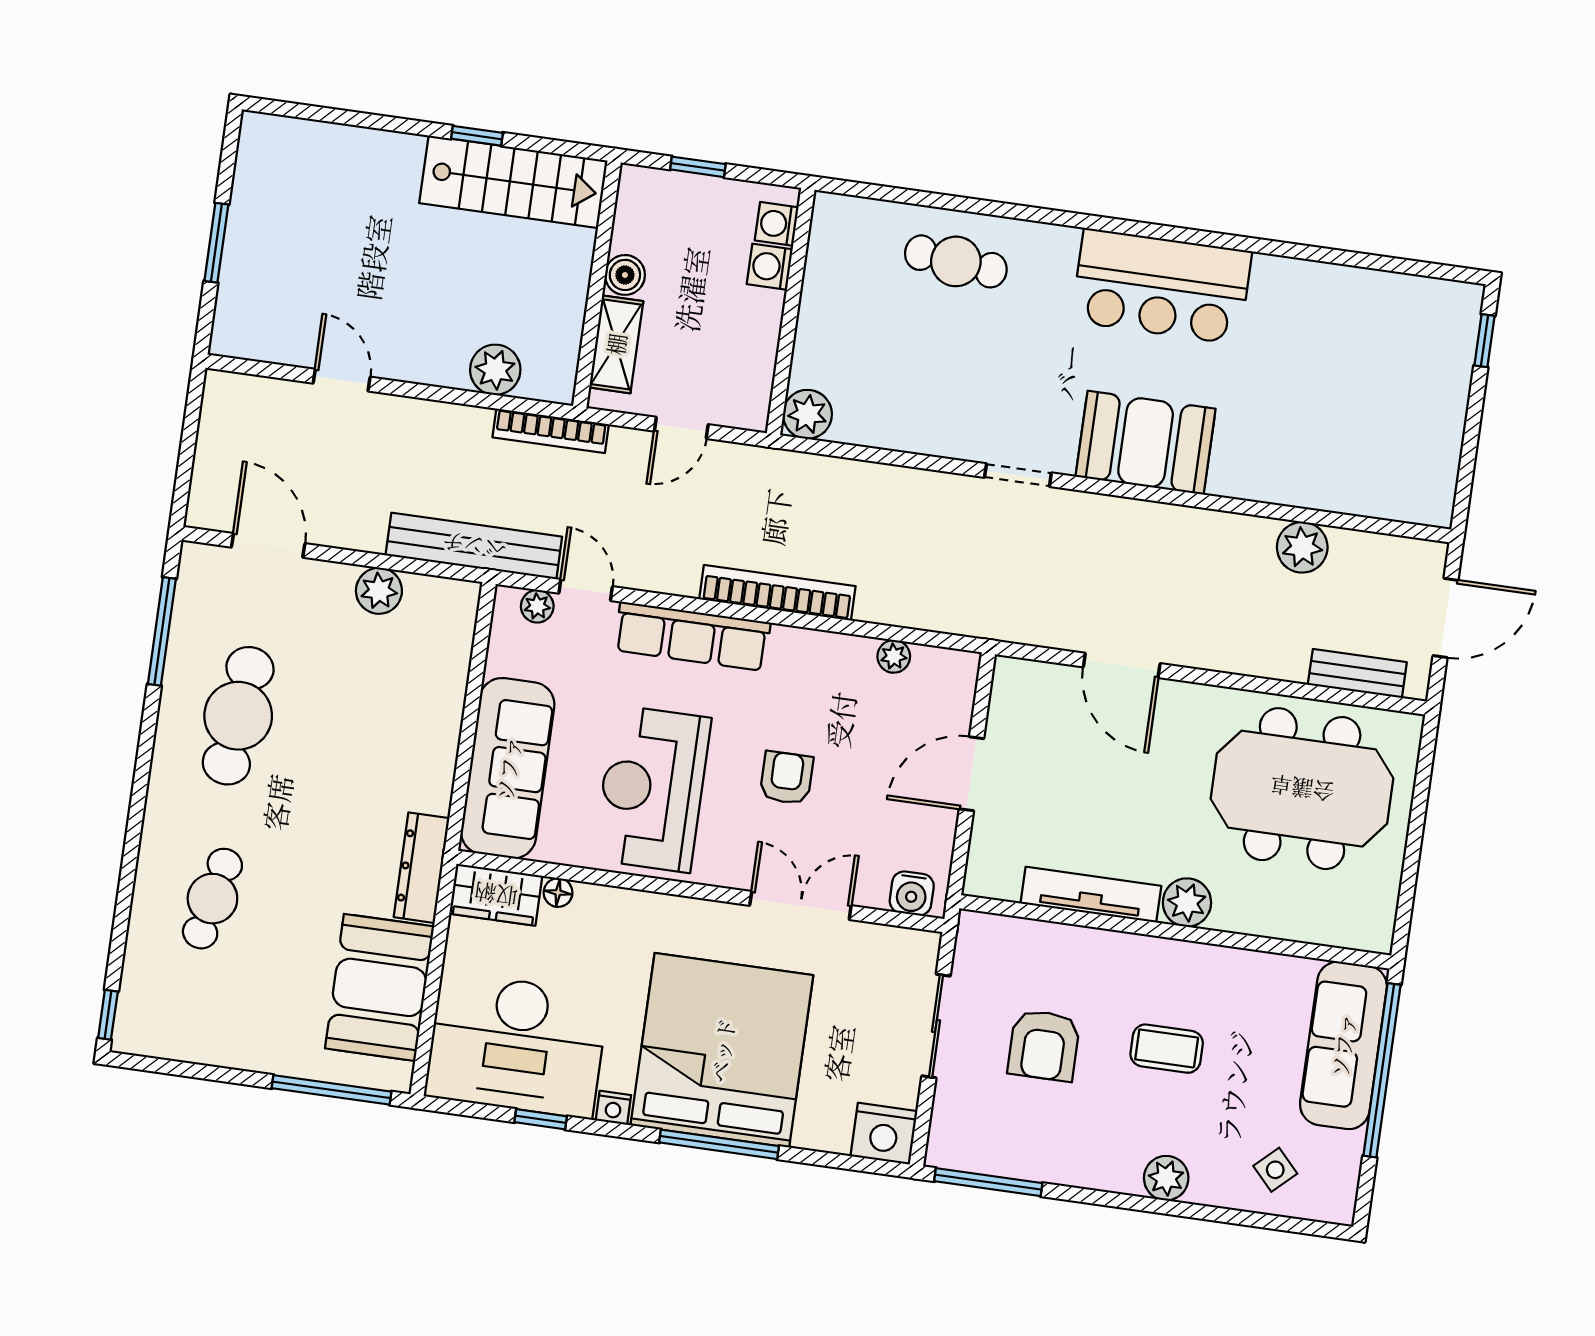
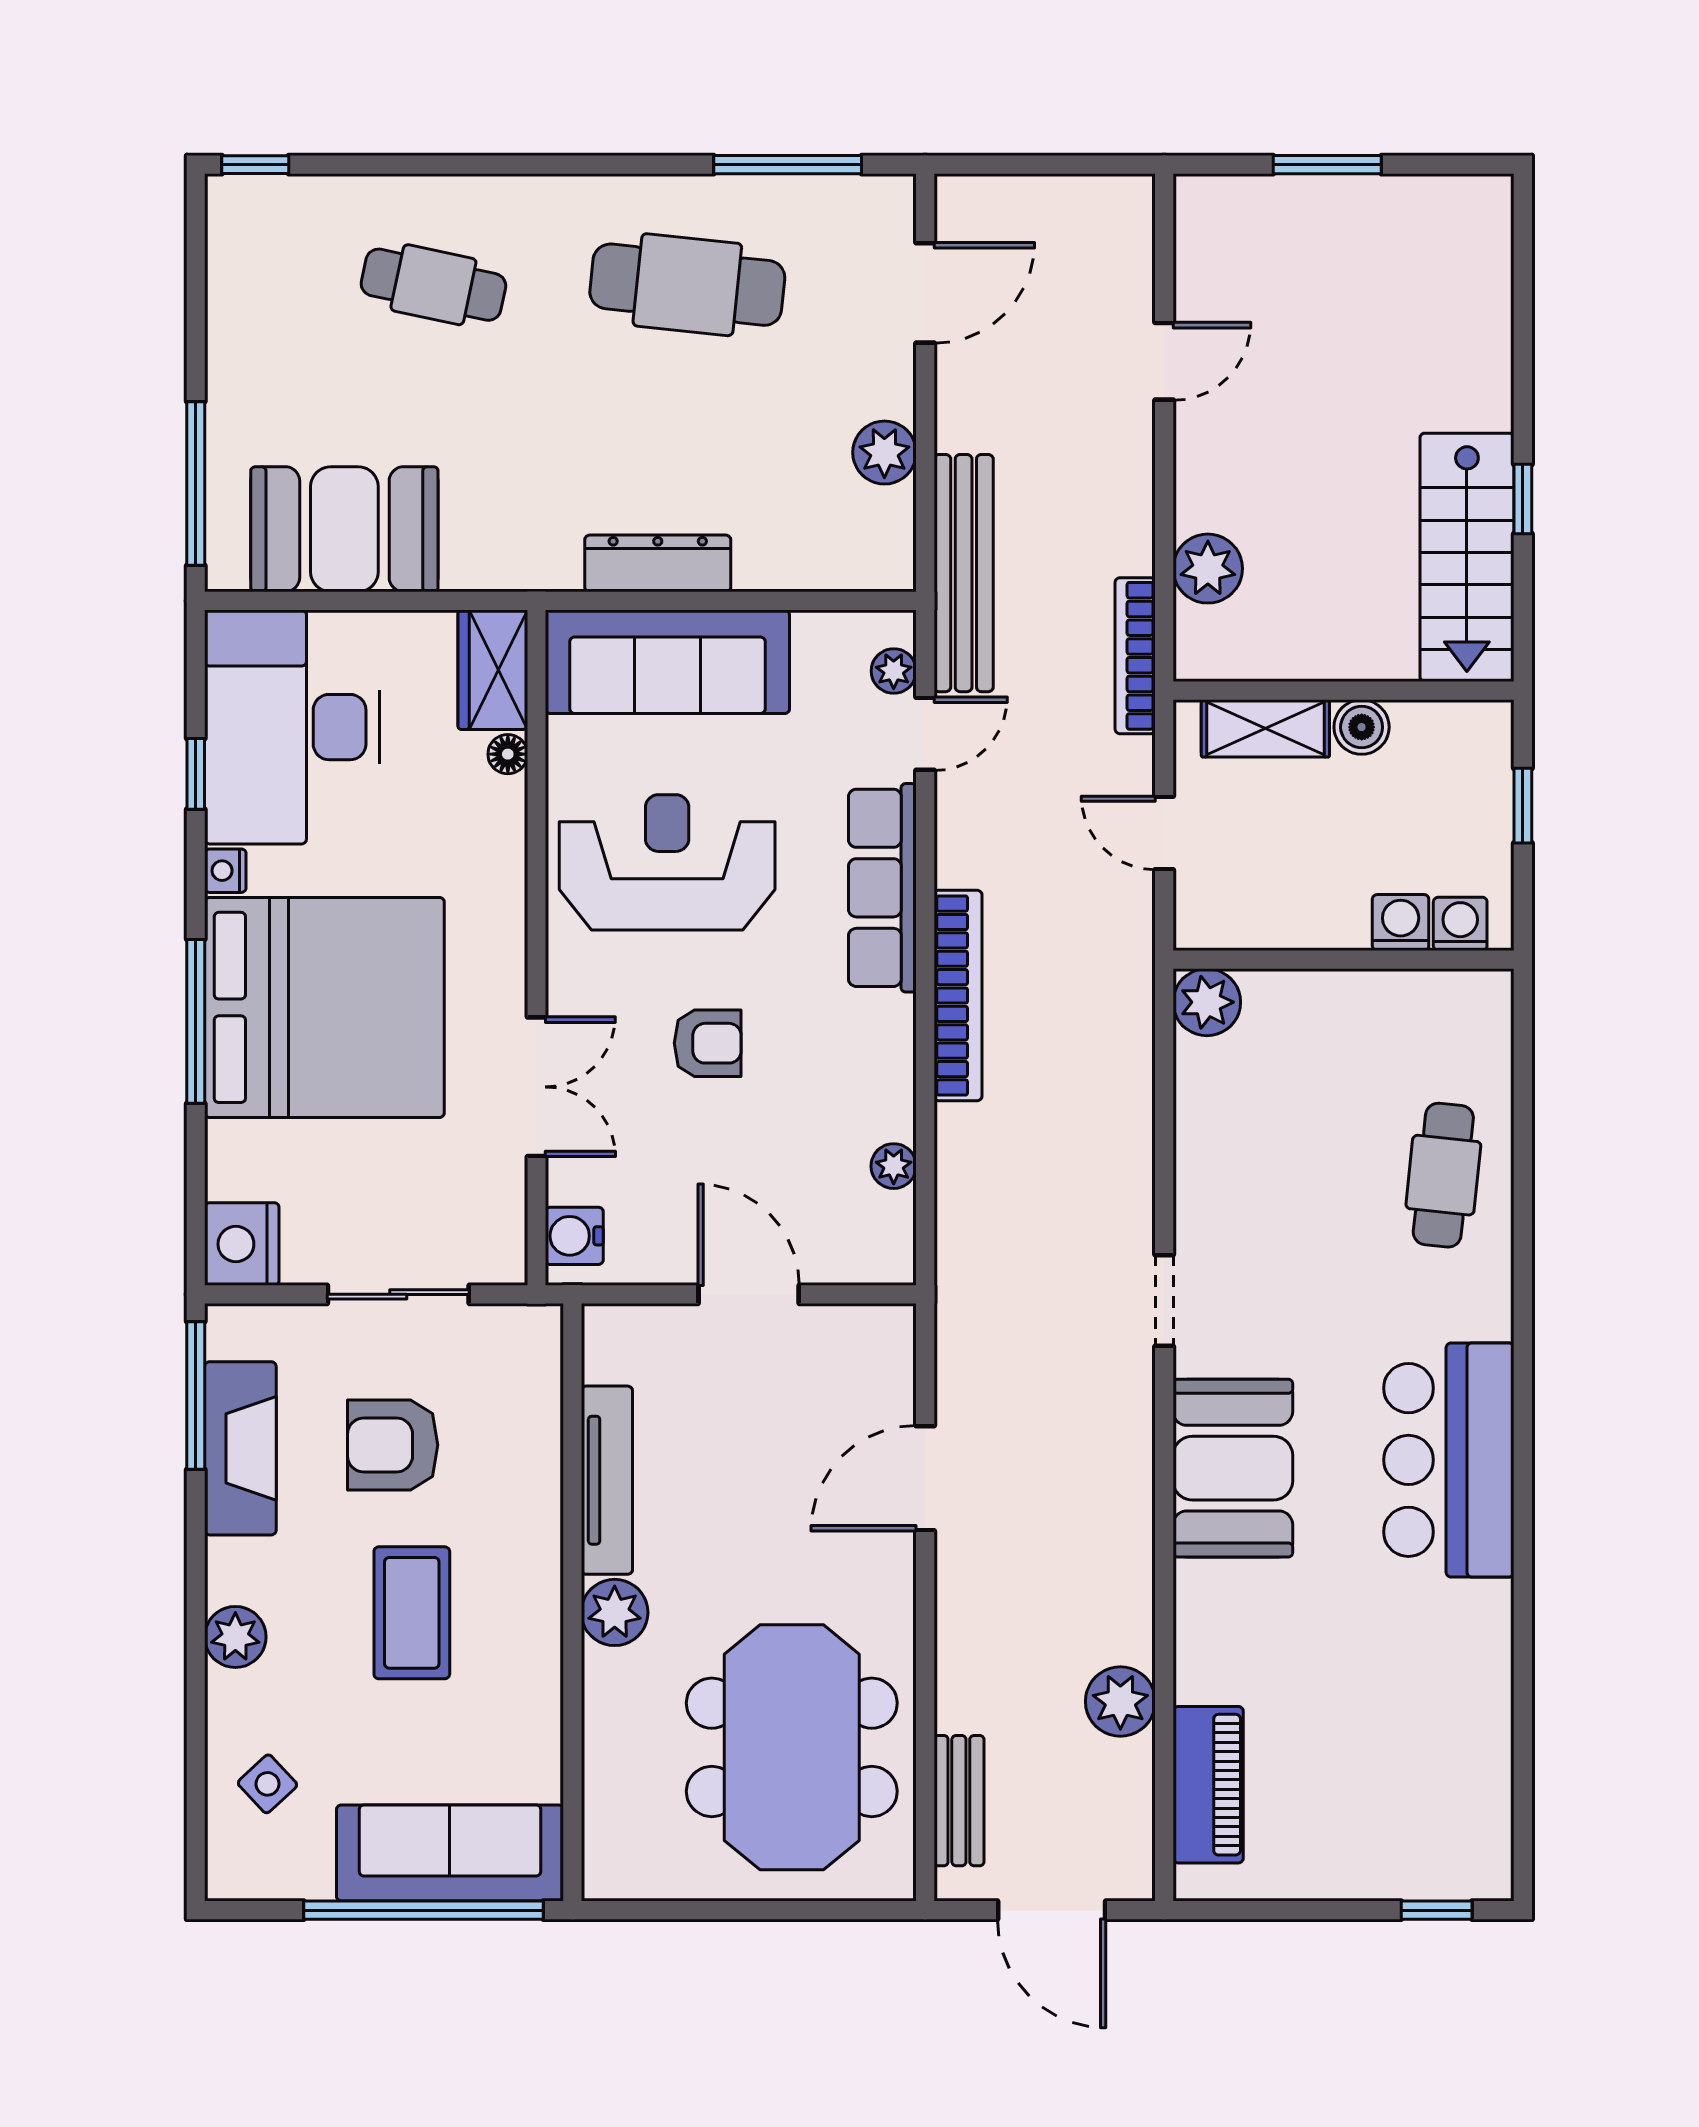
piano: (1371, 492) -> (1208, 1785), added
dresser: (422, 868) -> (658, 563), moved
coffee table: (1167, 1049) -> (412, 1613), width x1.36, depth x1.30
fireplace: (1031, 1155) -> (240, 1448), added

